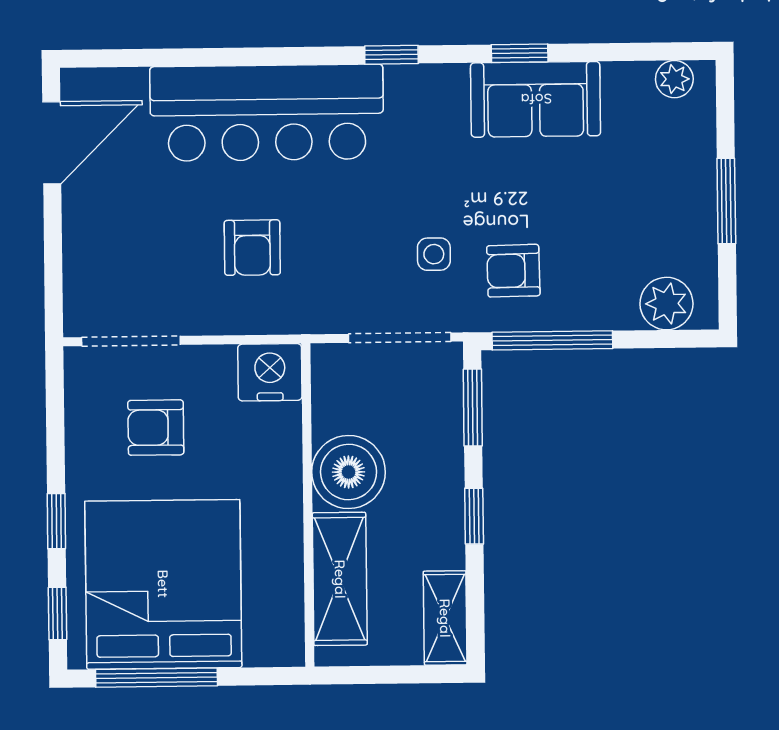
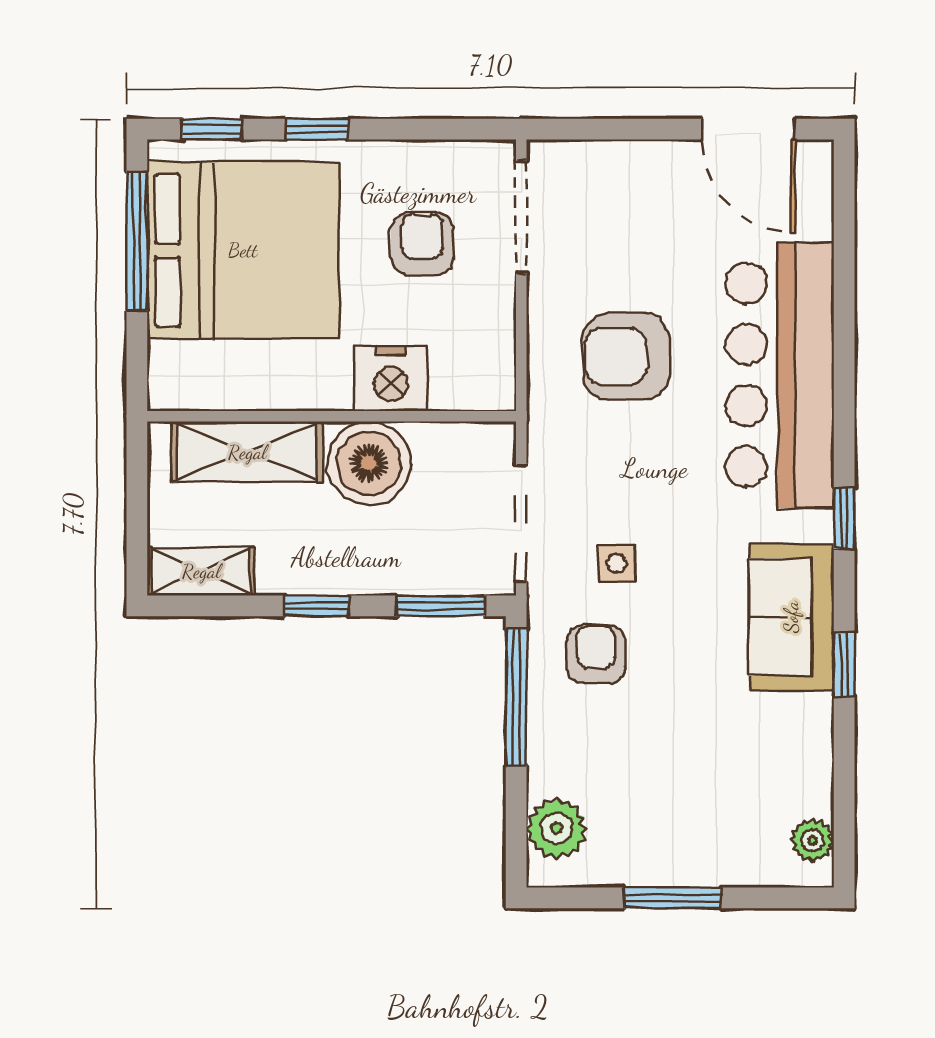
sofa: (536, 99) -> (791, 617), moved
armchair: (252, 248) -> (626, 357), width x1.38, depth x1.38
nightstand: (270, 372) -> (391, 379), moved, turned 90

